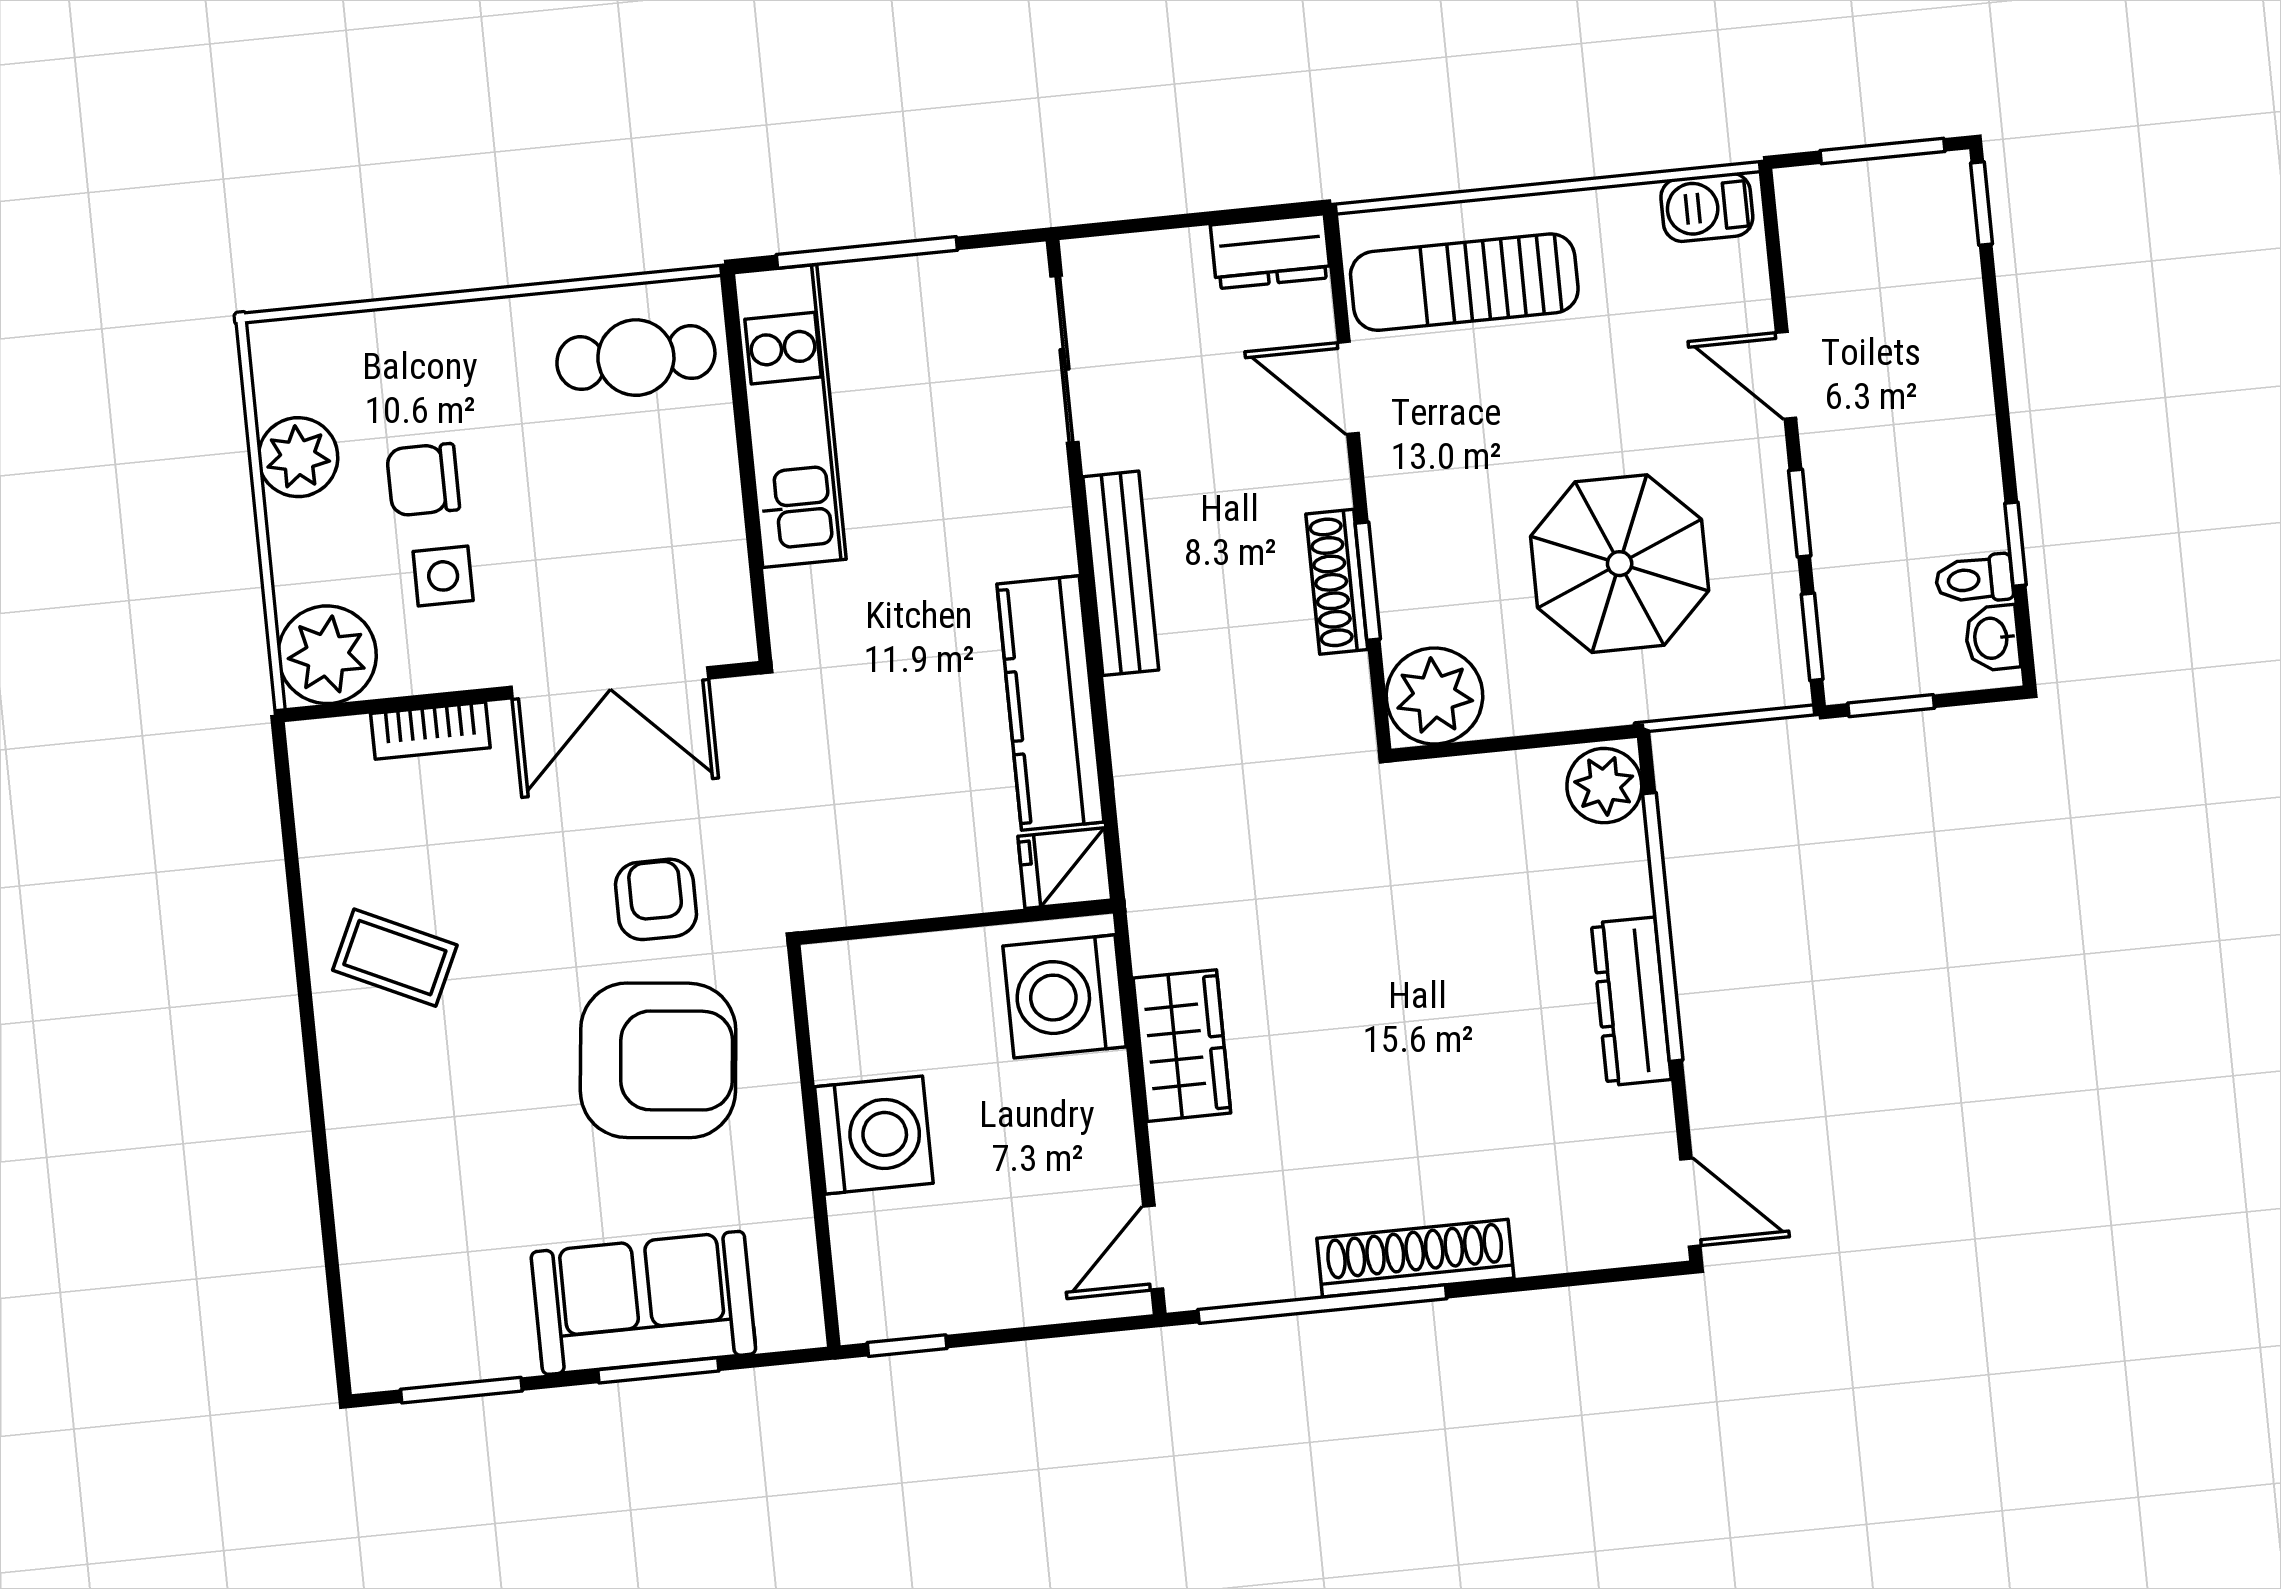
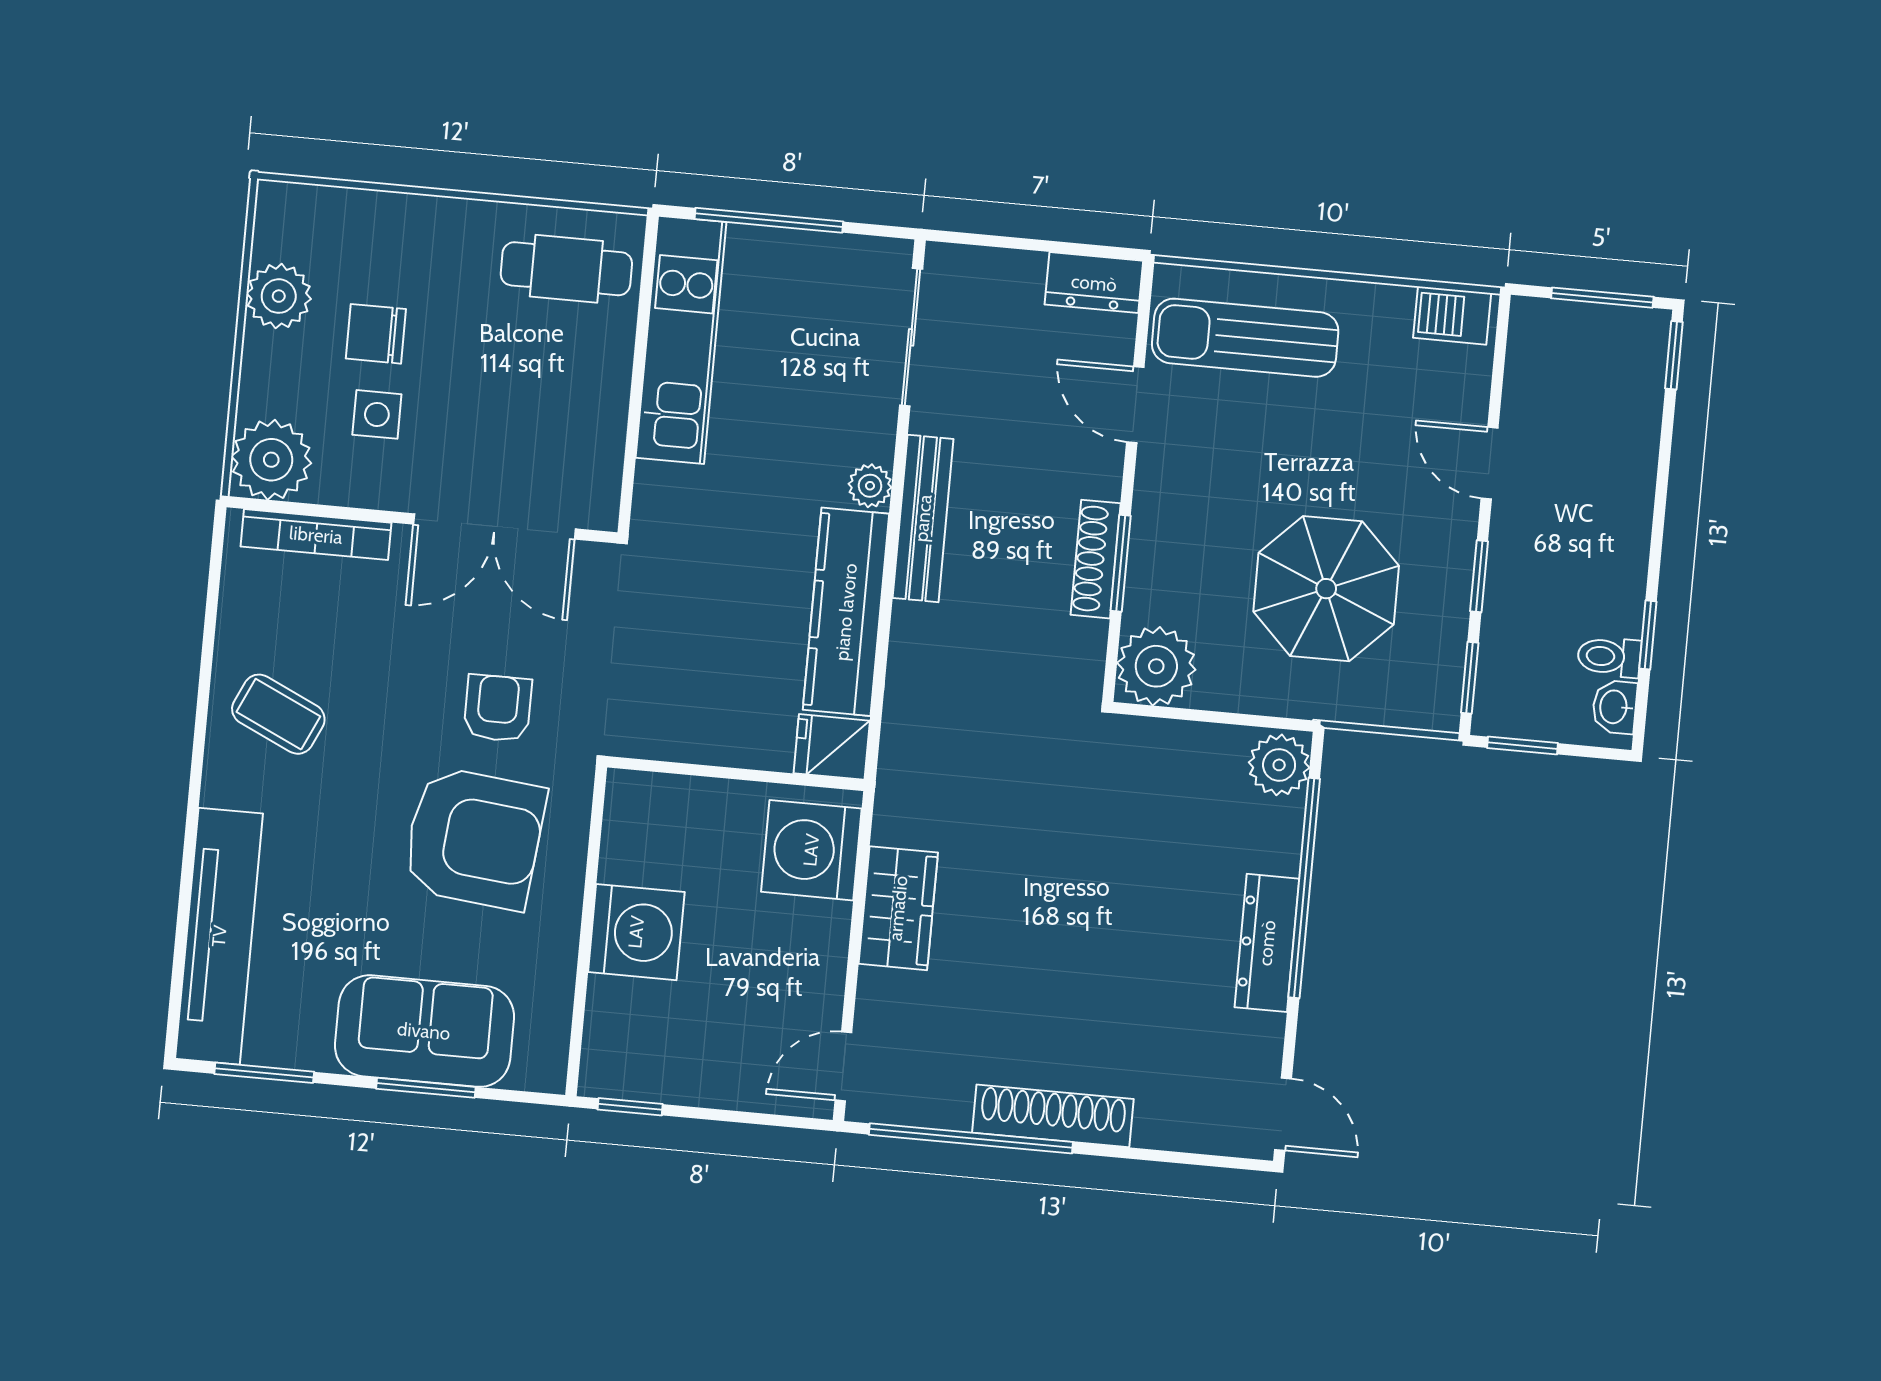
plant: (1050, 547) -> (870, 486), added
bookcase: (430, 731) -> (316, 535), width x1.56
tv unit: (376, 1237) -> (219, 936), added

